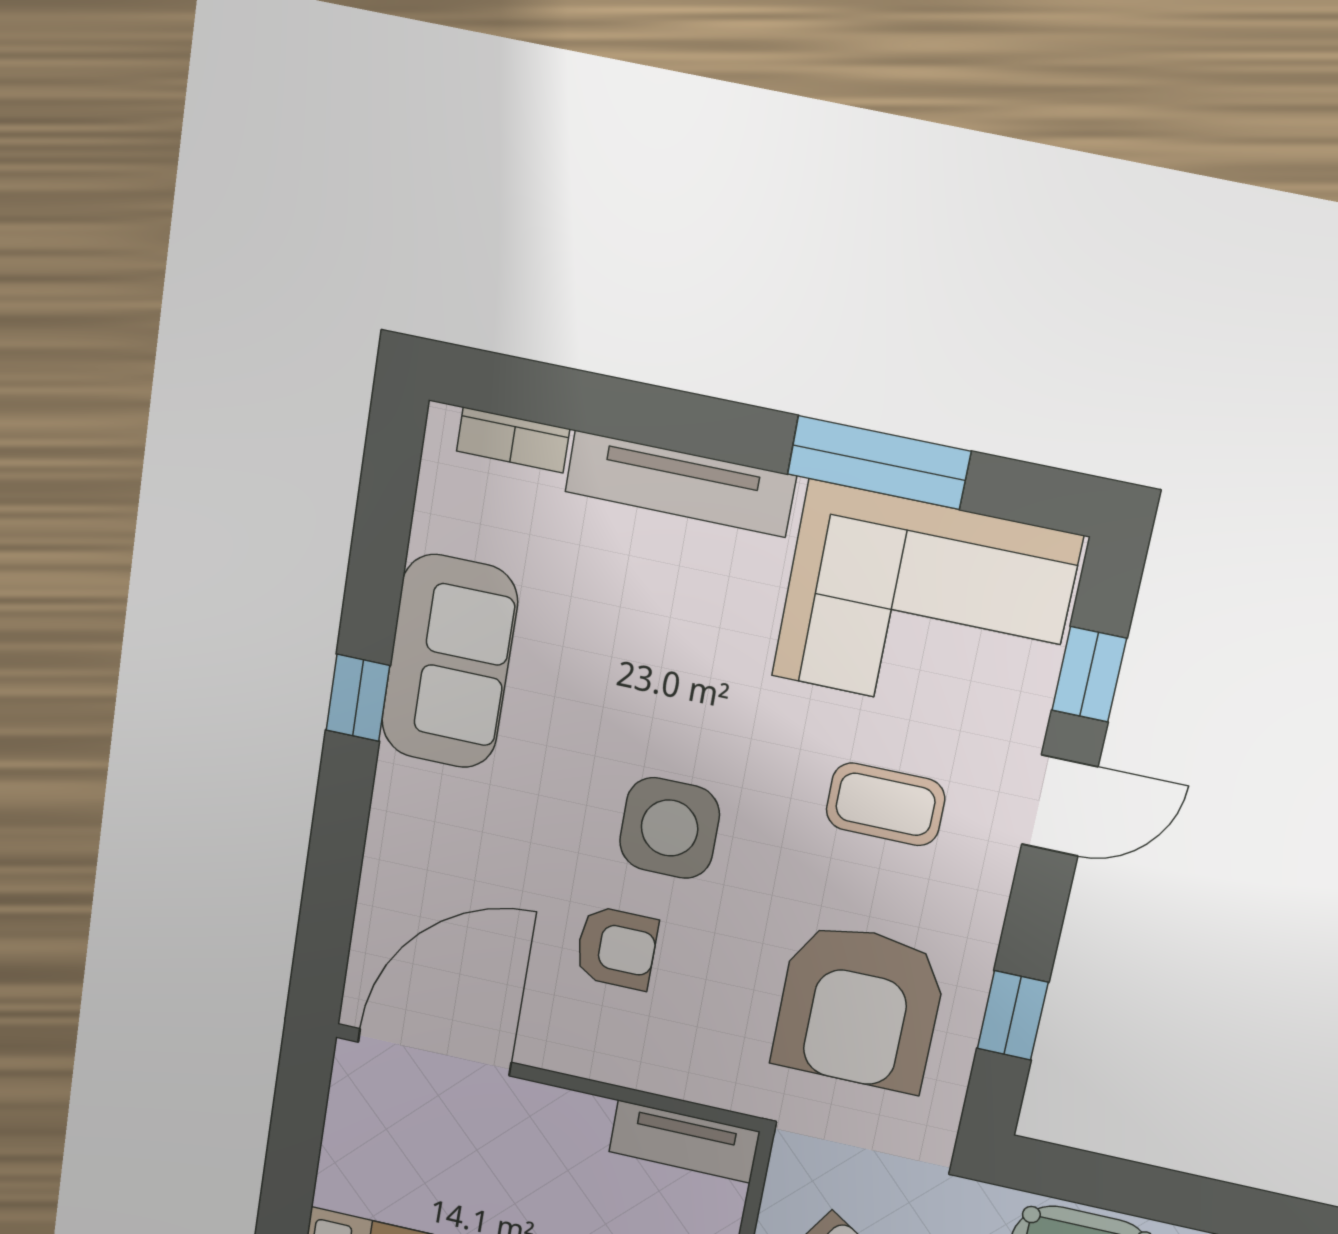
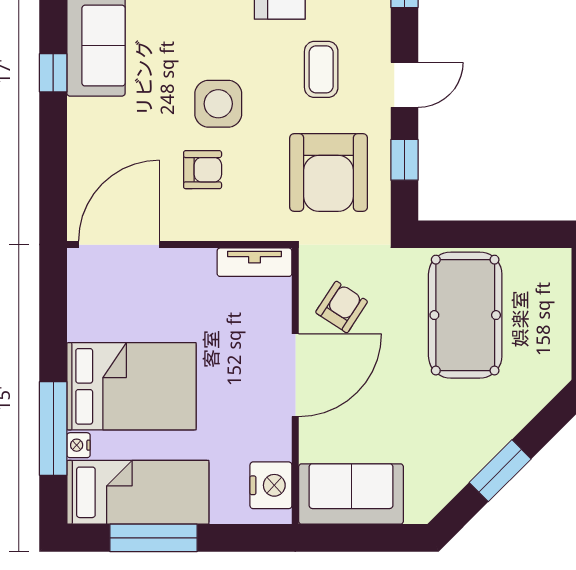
coffee table: (886, 804) -> (321, 69), turned 90
door: (1060, 806) -> (404, 85), moved

